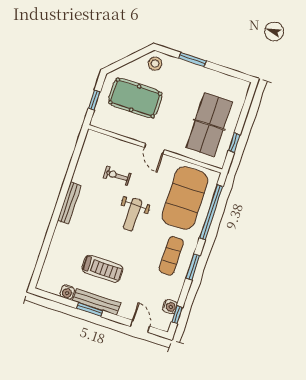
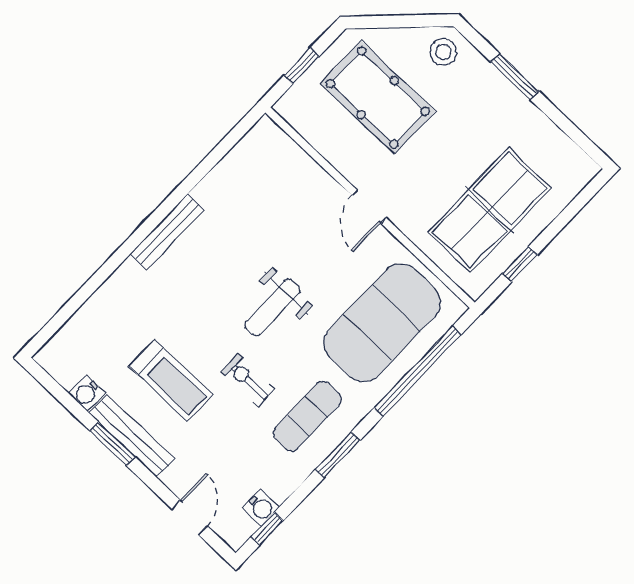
exercise bike: (117, 176) -> (248, 380), moved

